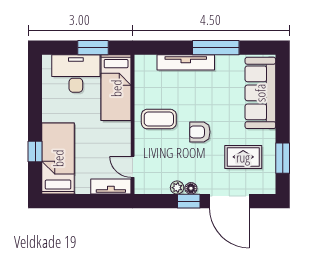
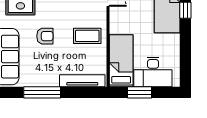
tv unit: (186, 62) -> (82, 81), moved
armchair: (200, 132) -> (45, 36), moved

